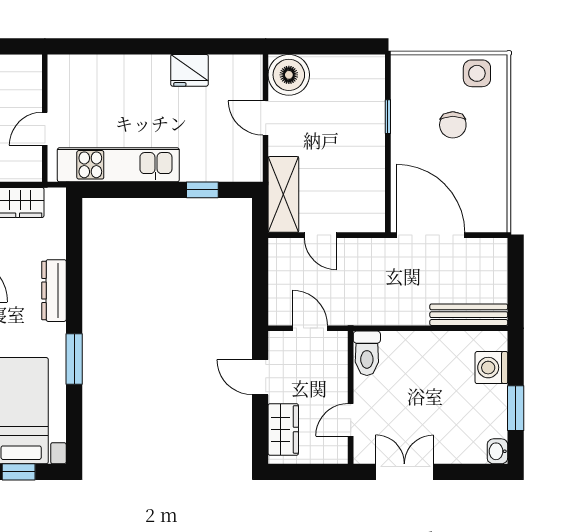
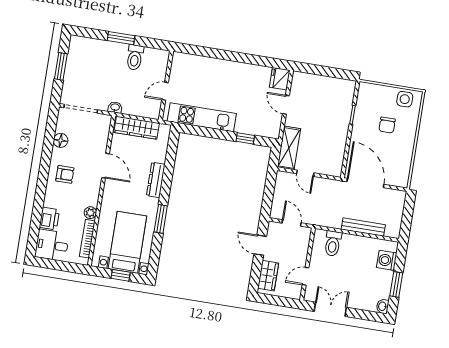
fridge: (189, 70) -> (280, 79), moved, turned 90
boiler: (289, 75) -> (302, 83), removed
bench: (469, 315) -> (363, 227), moved
toilet: (367, 353) -> (333, 244), moved

